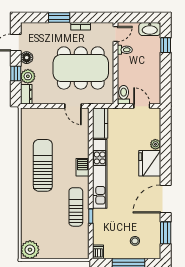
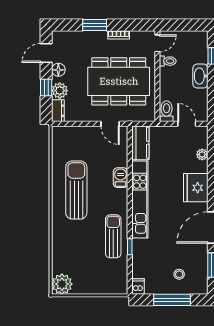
washbasin: (150, 29) -> (200, 76), moved, turned 90
plant: (155, 144) -> (202, 154), moved
barbecue: (82, 167) -> (121, 178), moved

